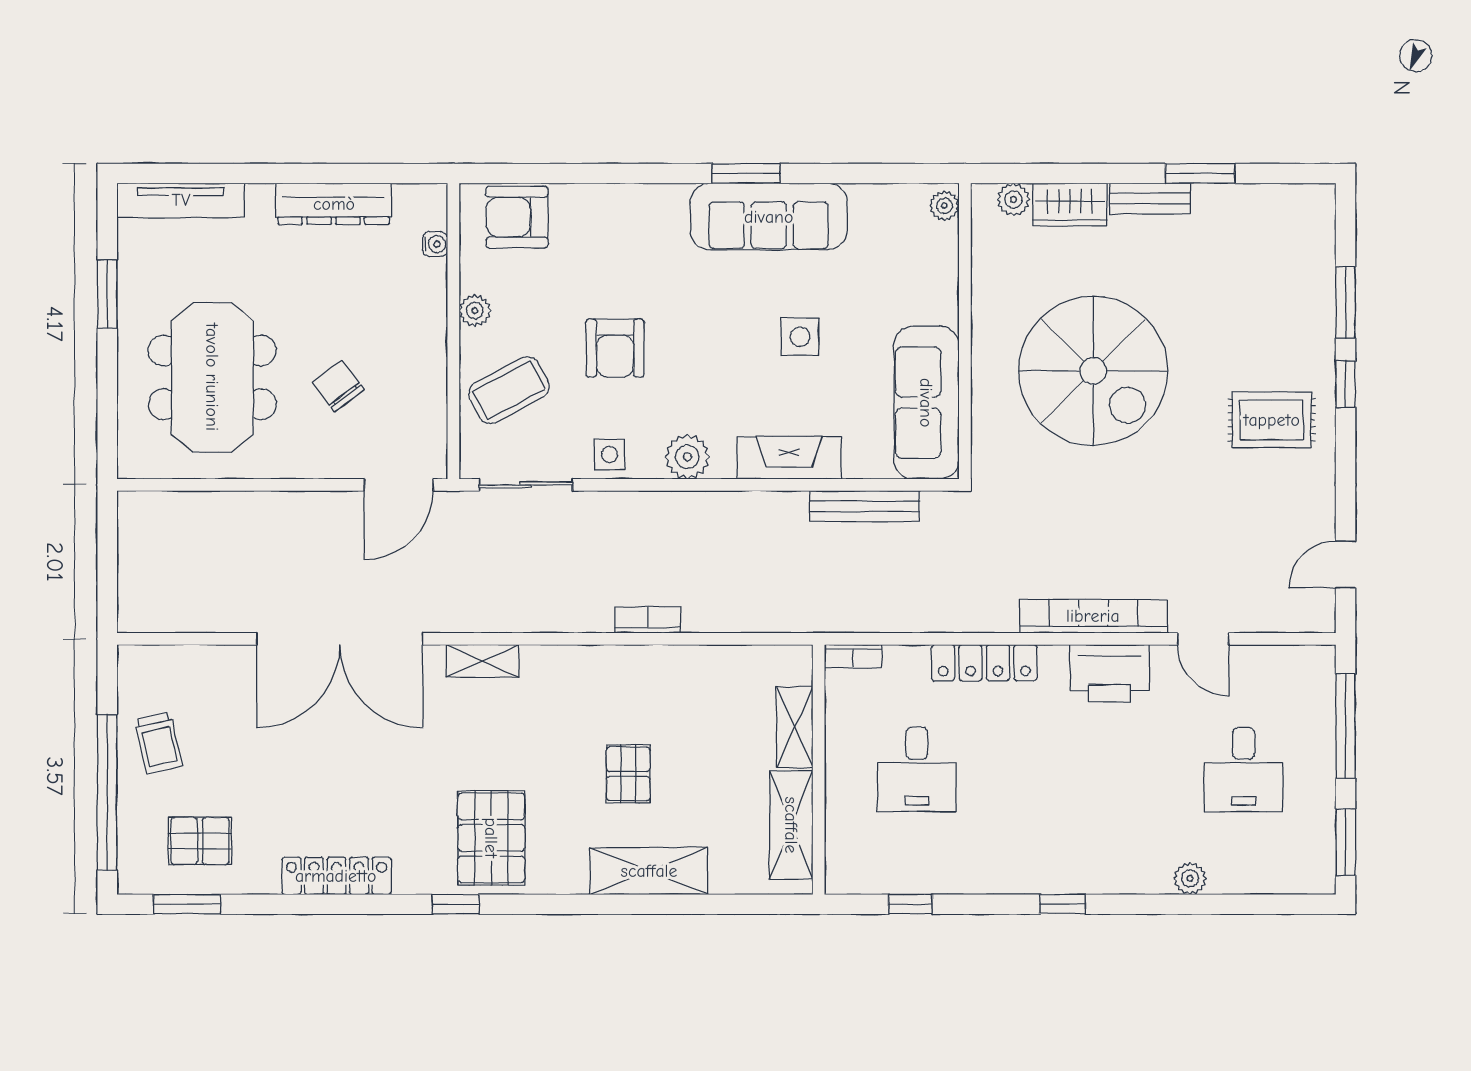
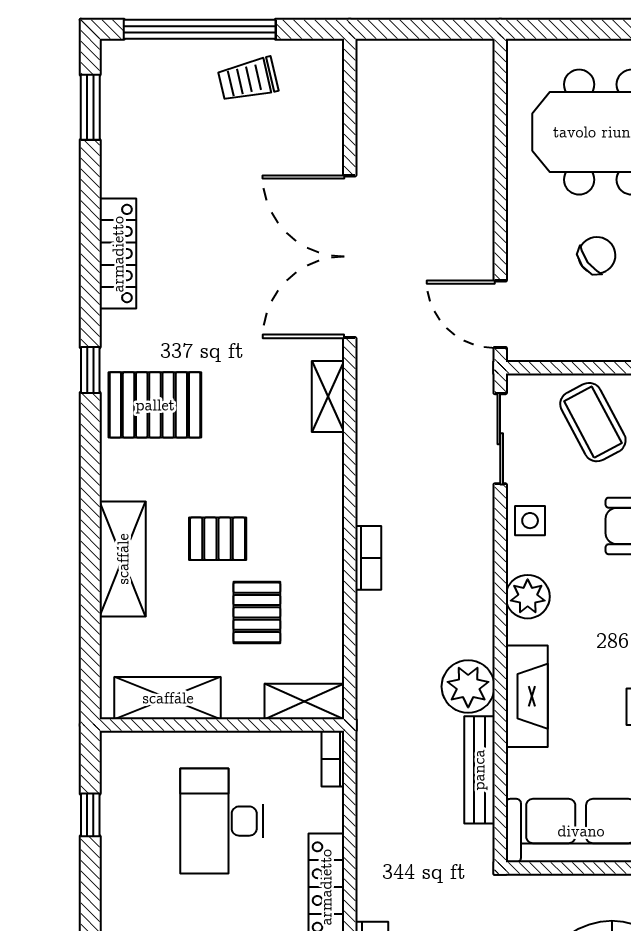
plant: (779, 518) -> (468, 687), added
shelving: (795, 727) -> (304, 702), moved
desk: (917, 770) -> (222, 821), width x1.37
pallet: (200, 841) -> (257, 612), moved

